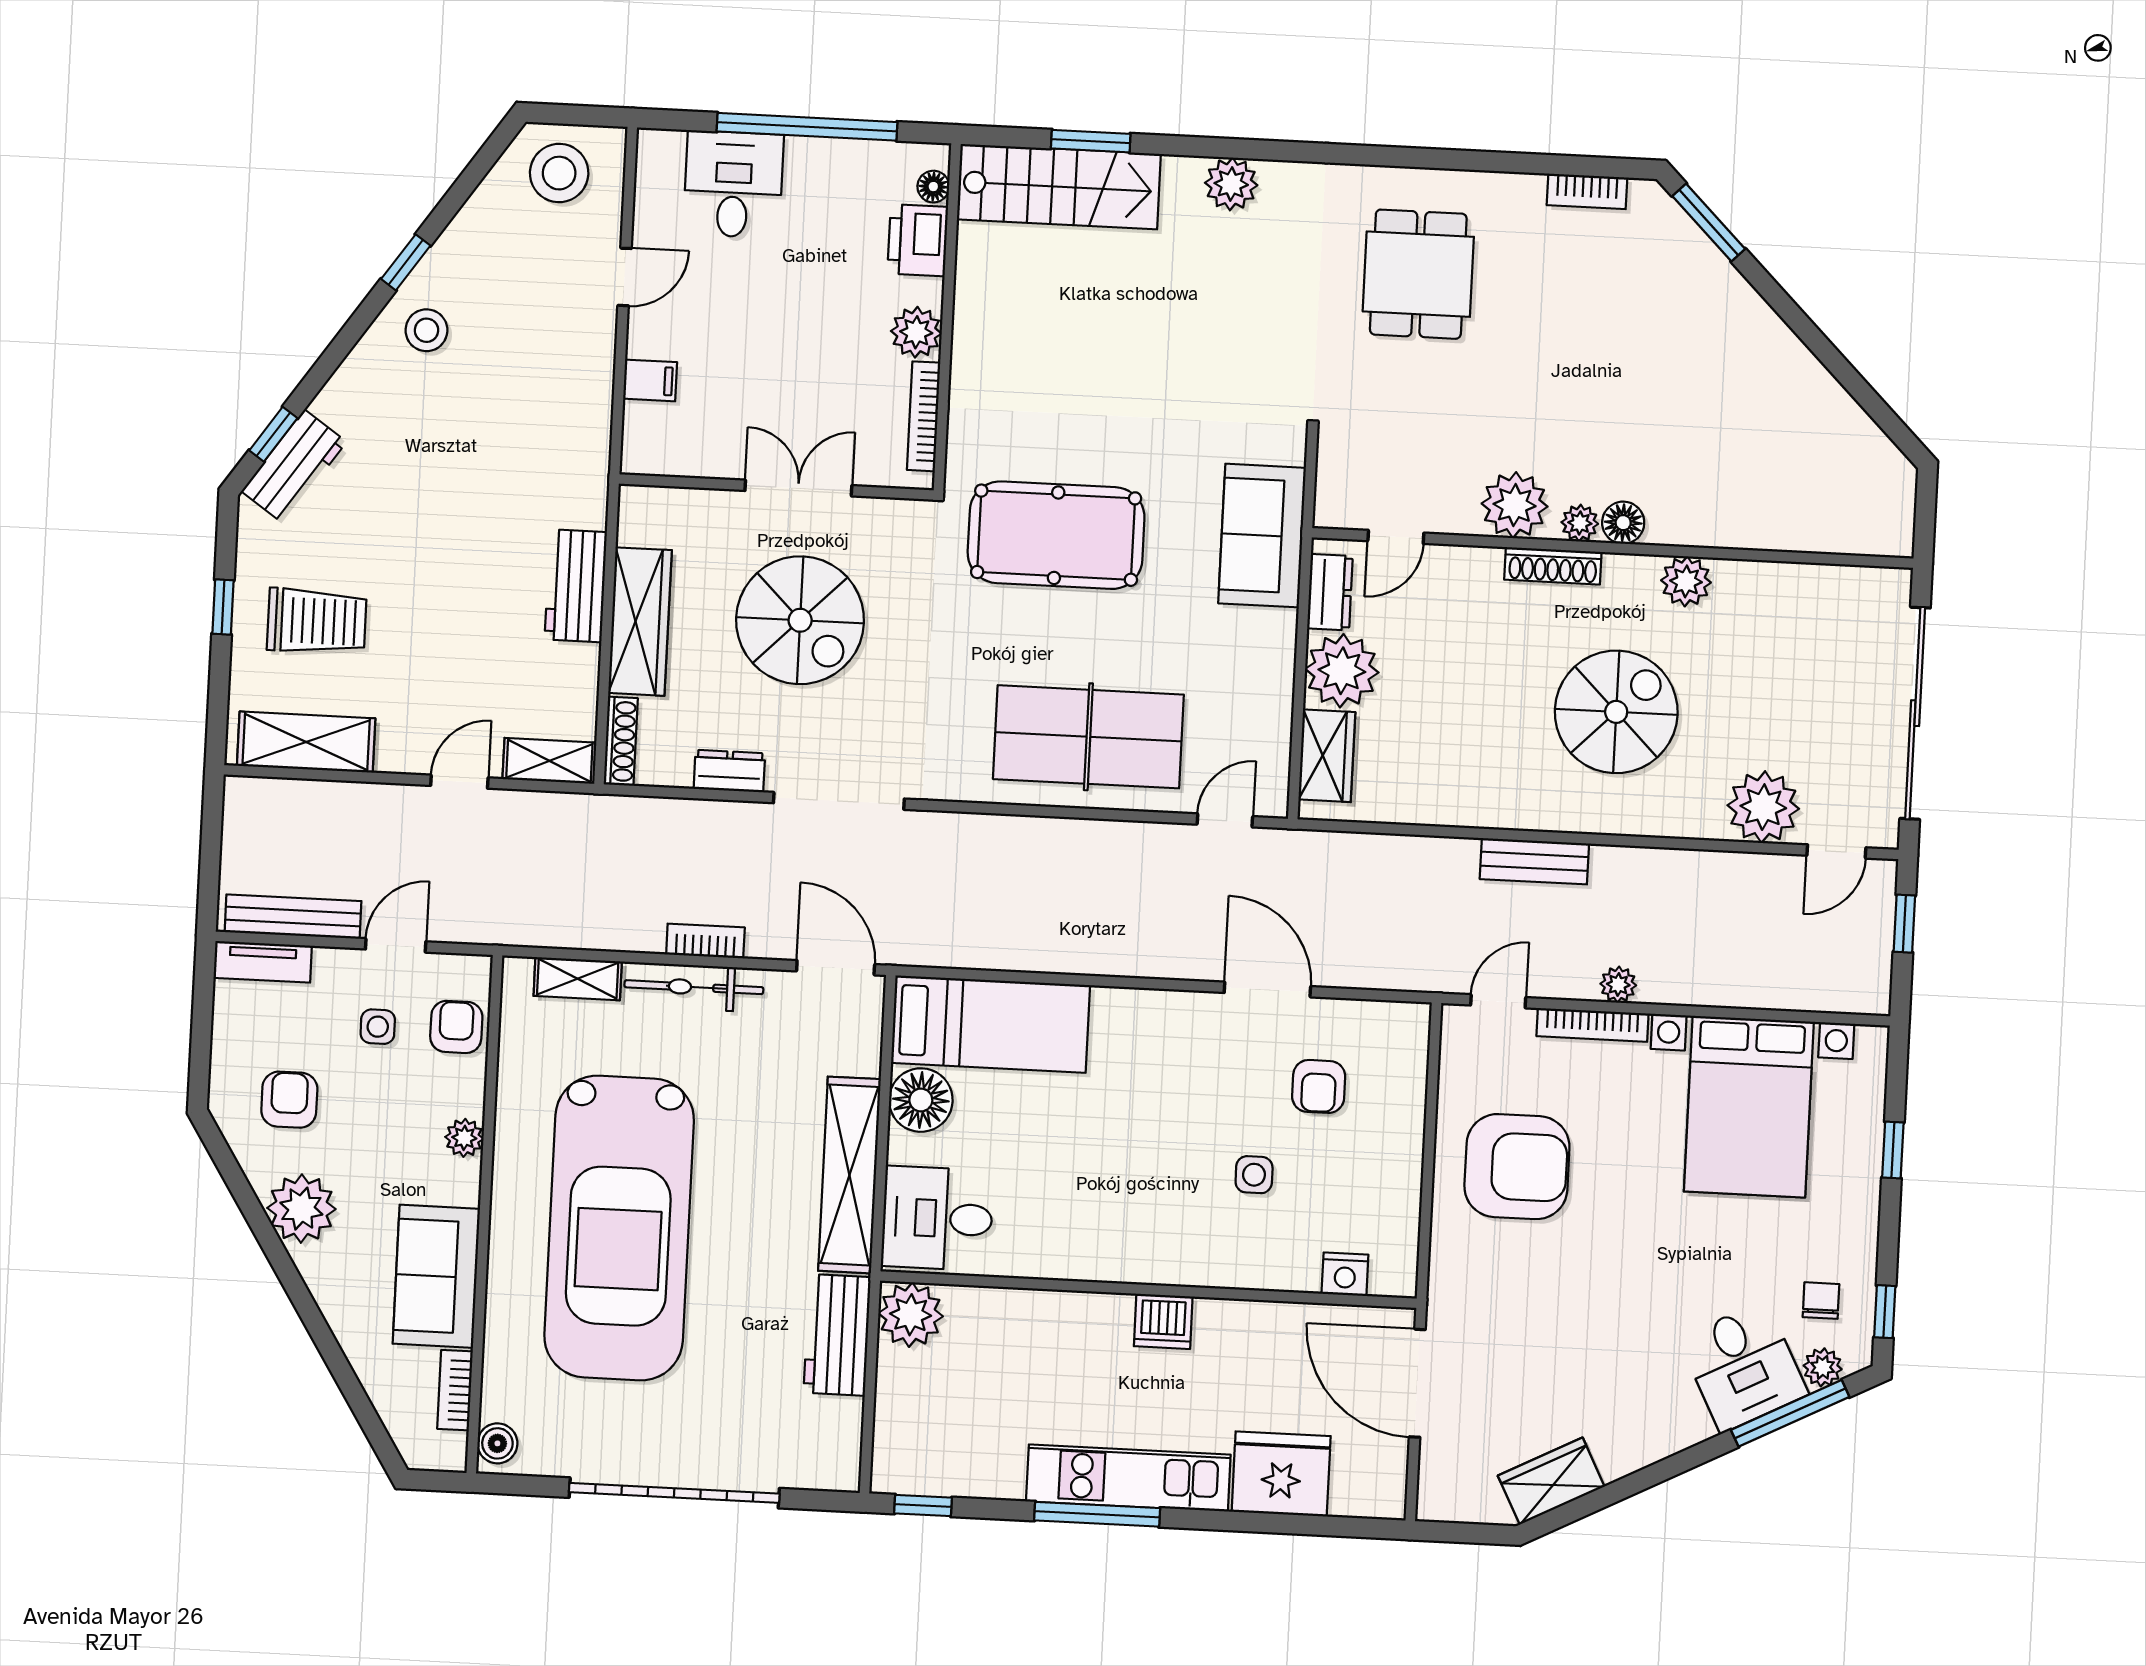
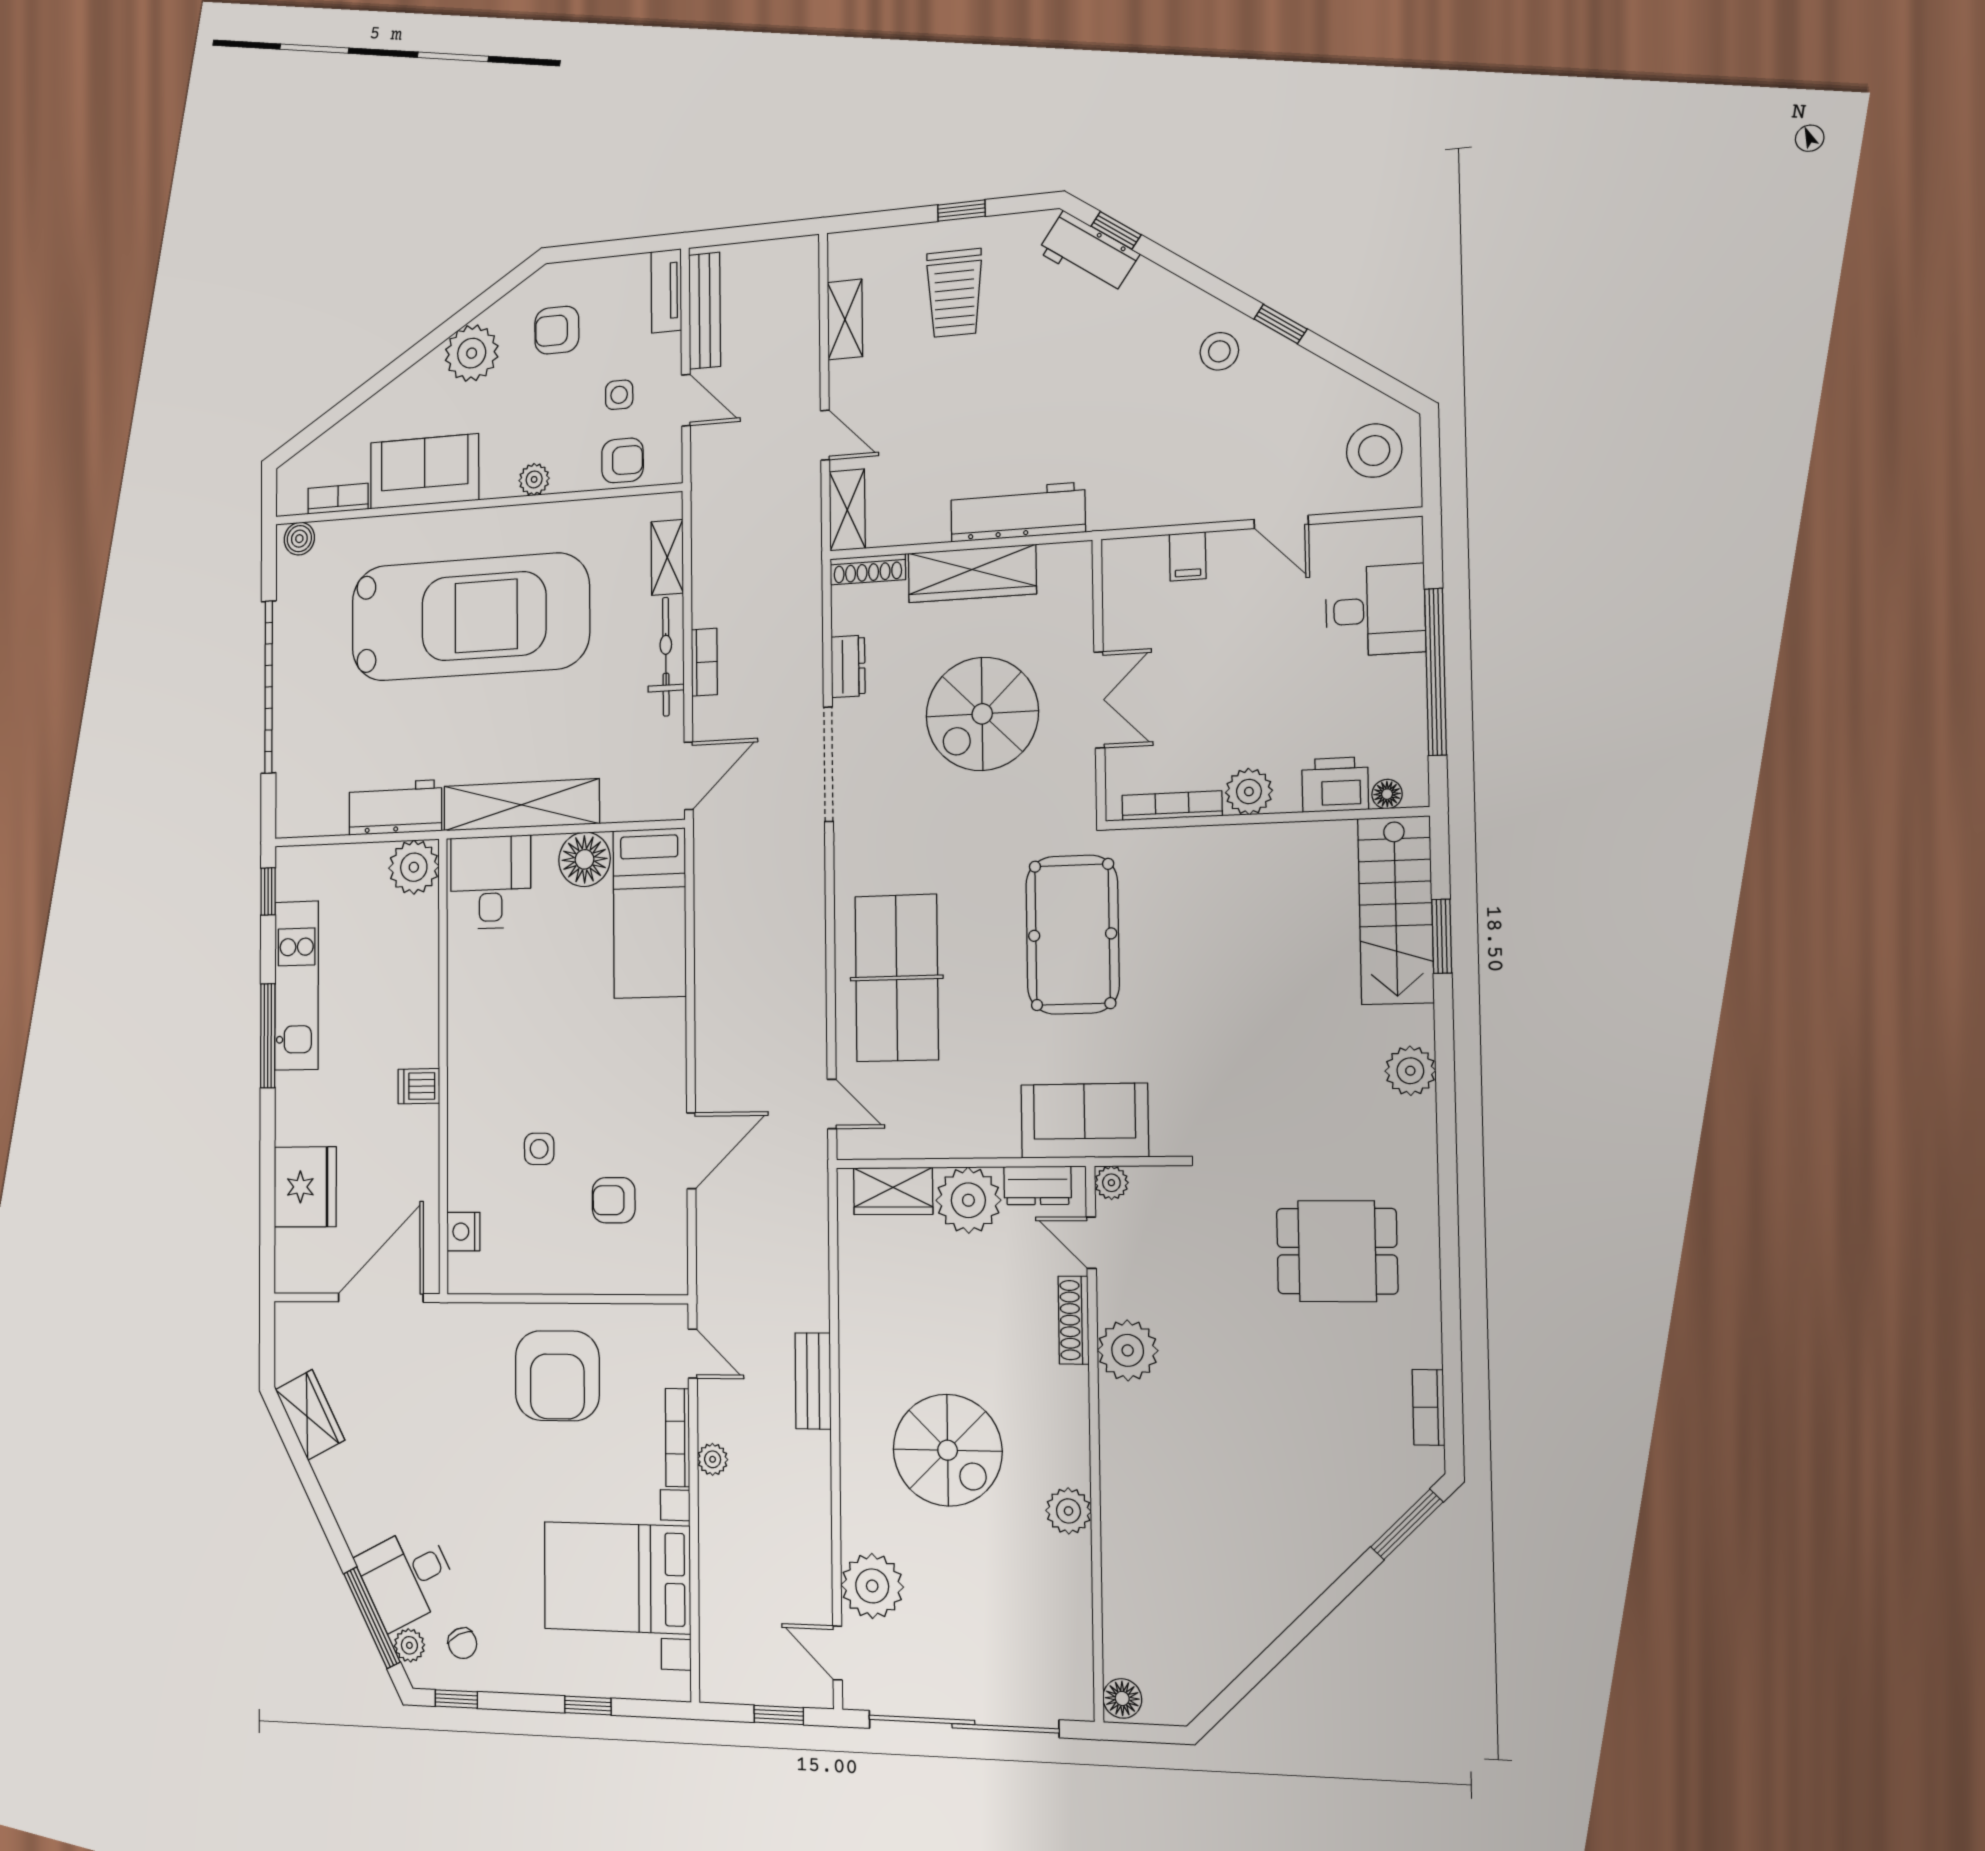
plant: (1580, 523) -> (1111, 1183), moved
floor lamp: (1623, 523) -> (1122, 1698), moved
shoe rack: (1553, 566) -> (1074, 1320), moved
workbench: (576, 586) -> (1018, 512), width x1.38
shelving: (306, 742) -> (845, 320), width x0.67, depth x0.75
armchair: (289, 1100) -> (557, 330), turned 180
car: (619, 1228) -> (470, 617), turned 180
chair: (1821, 1301) -> (462, 1643), turned 64
dishwasher: (1163, 1321) -> (419, 1086), width x0.73
kitchen unit: (1128, 1478) -> (297, 986), moved

